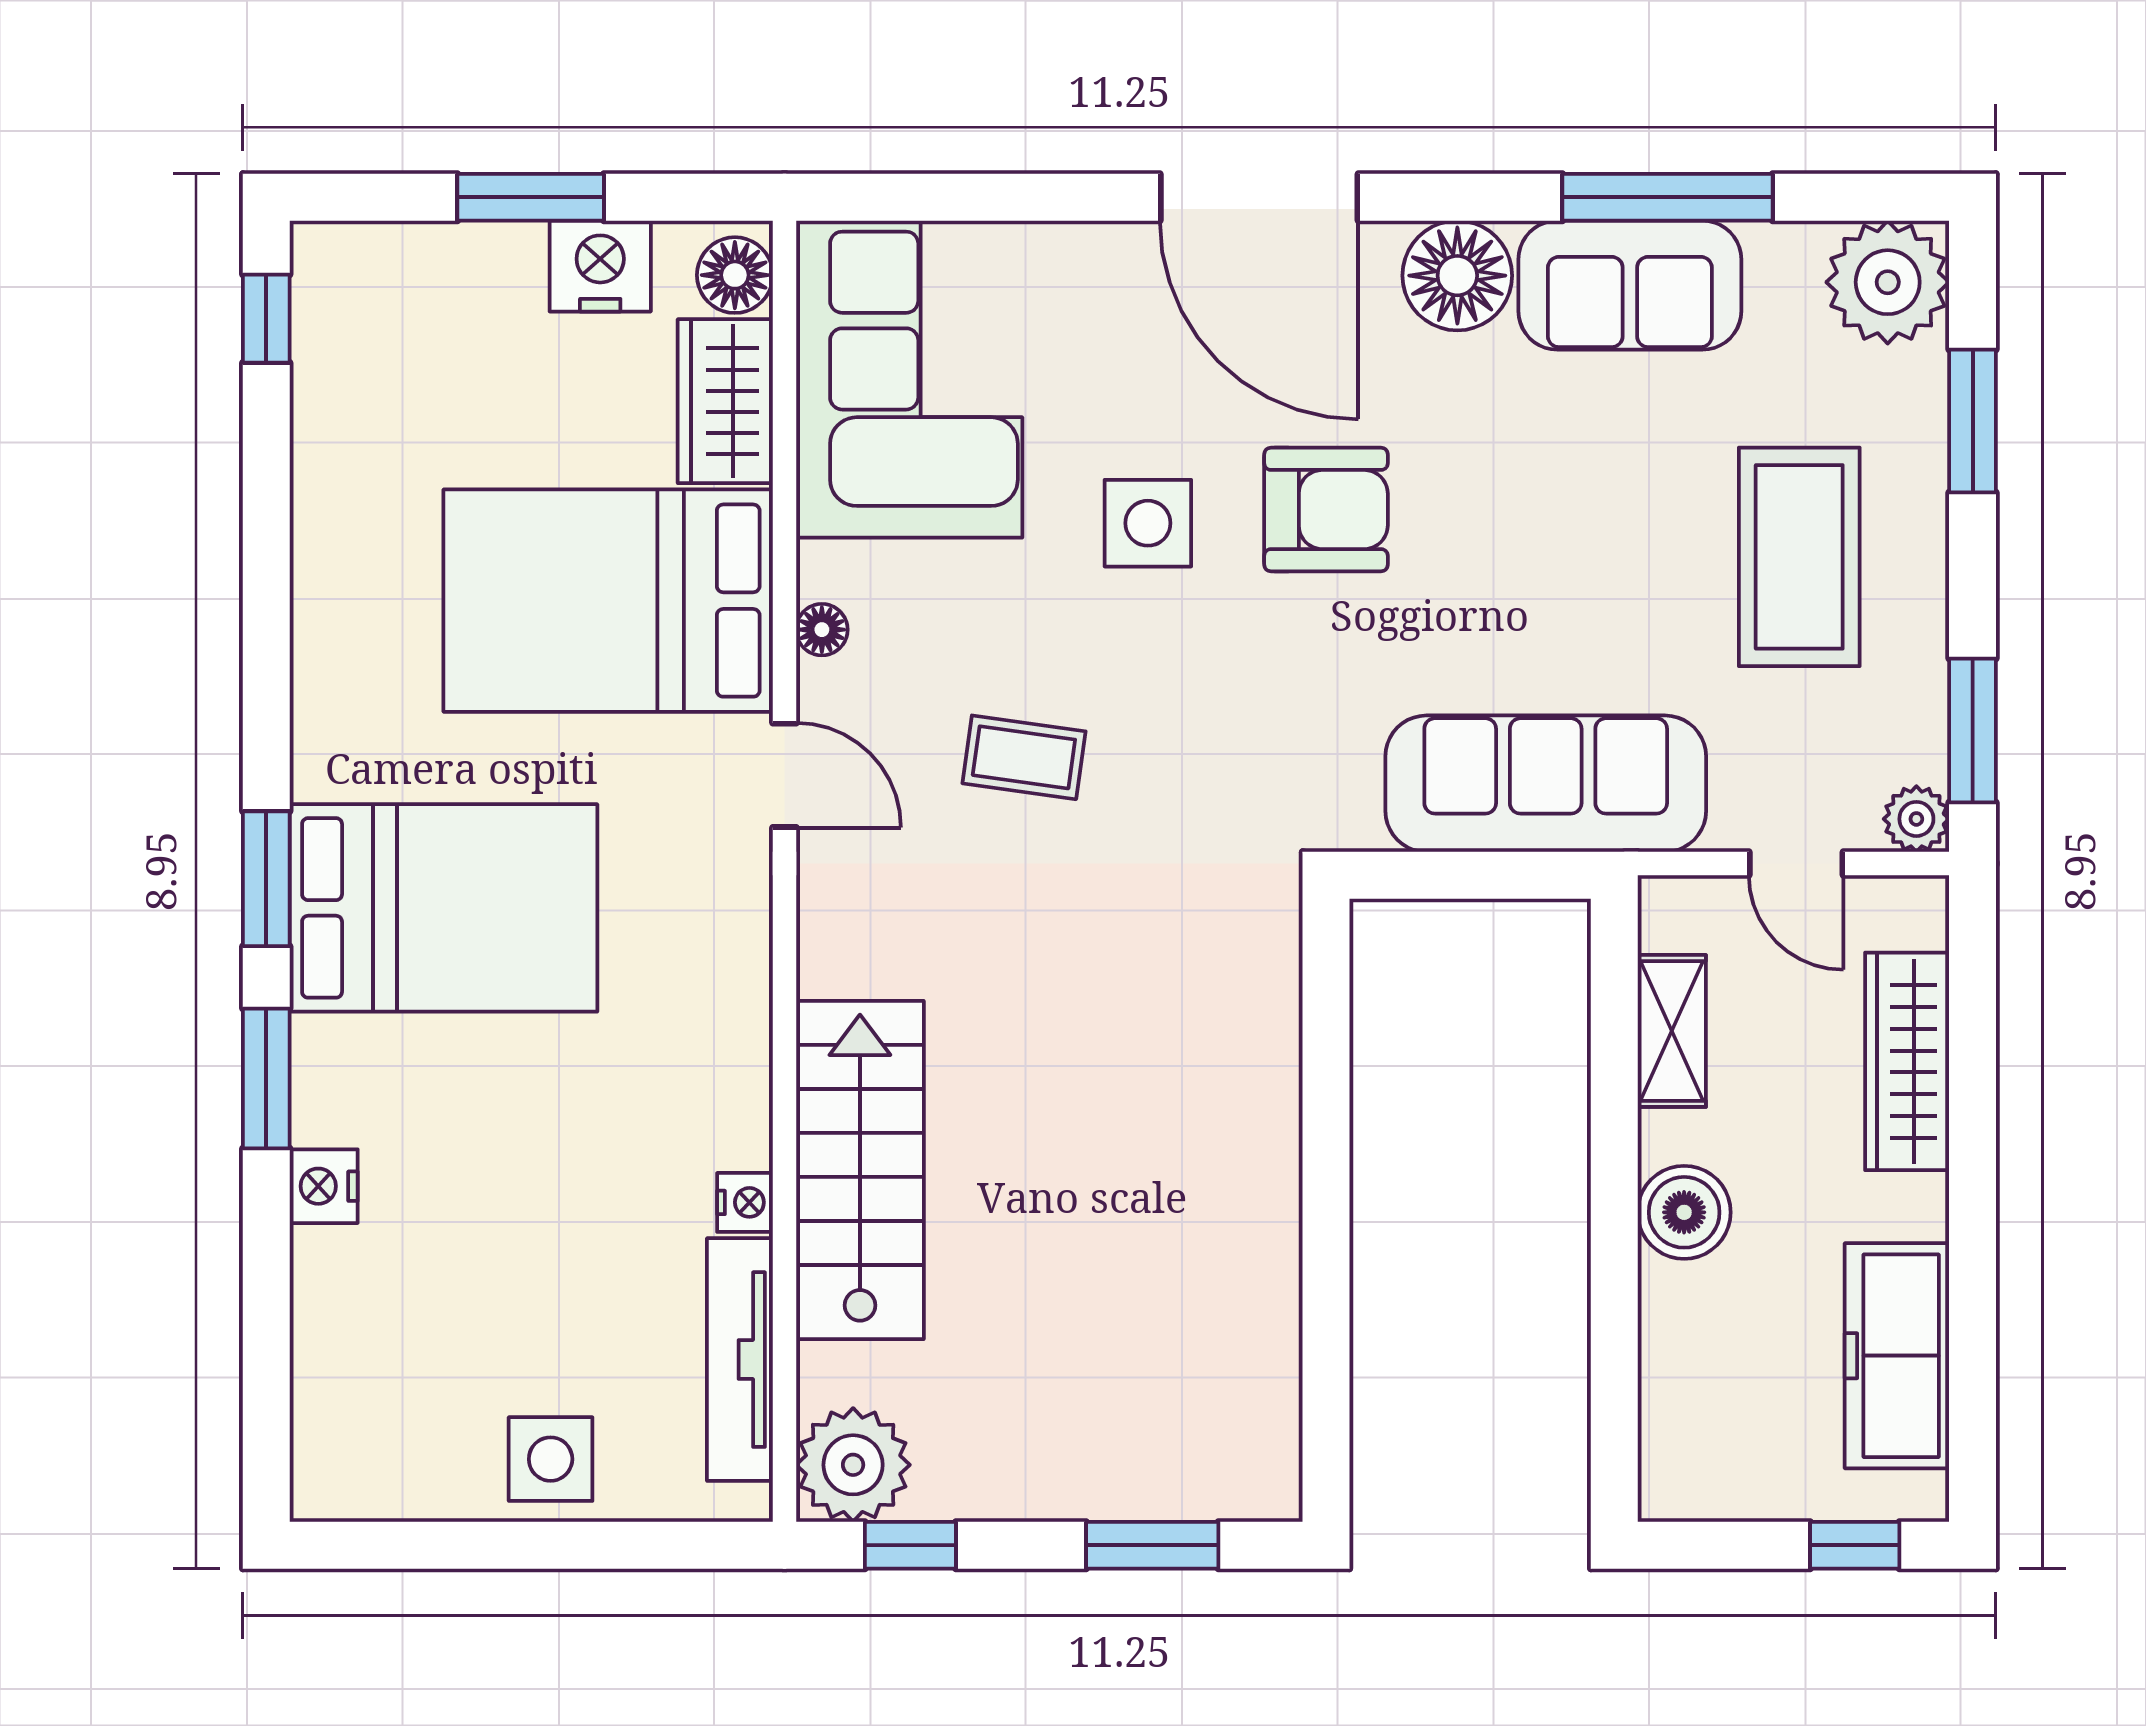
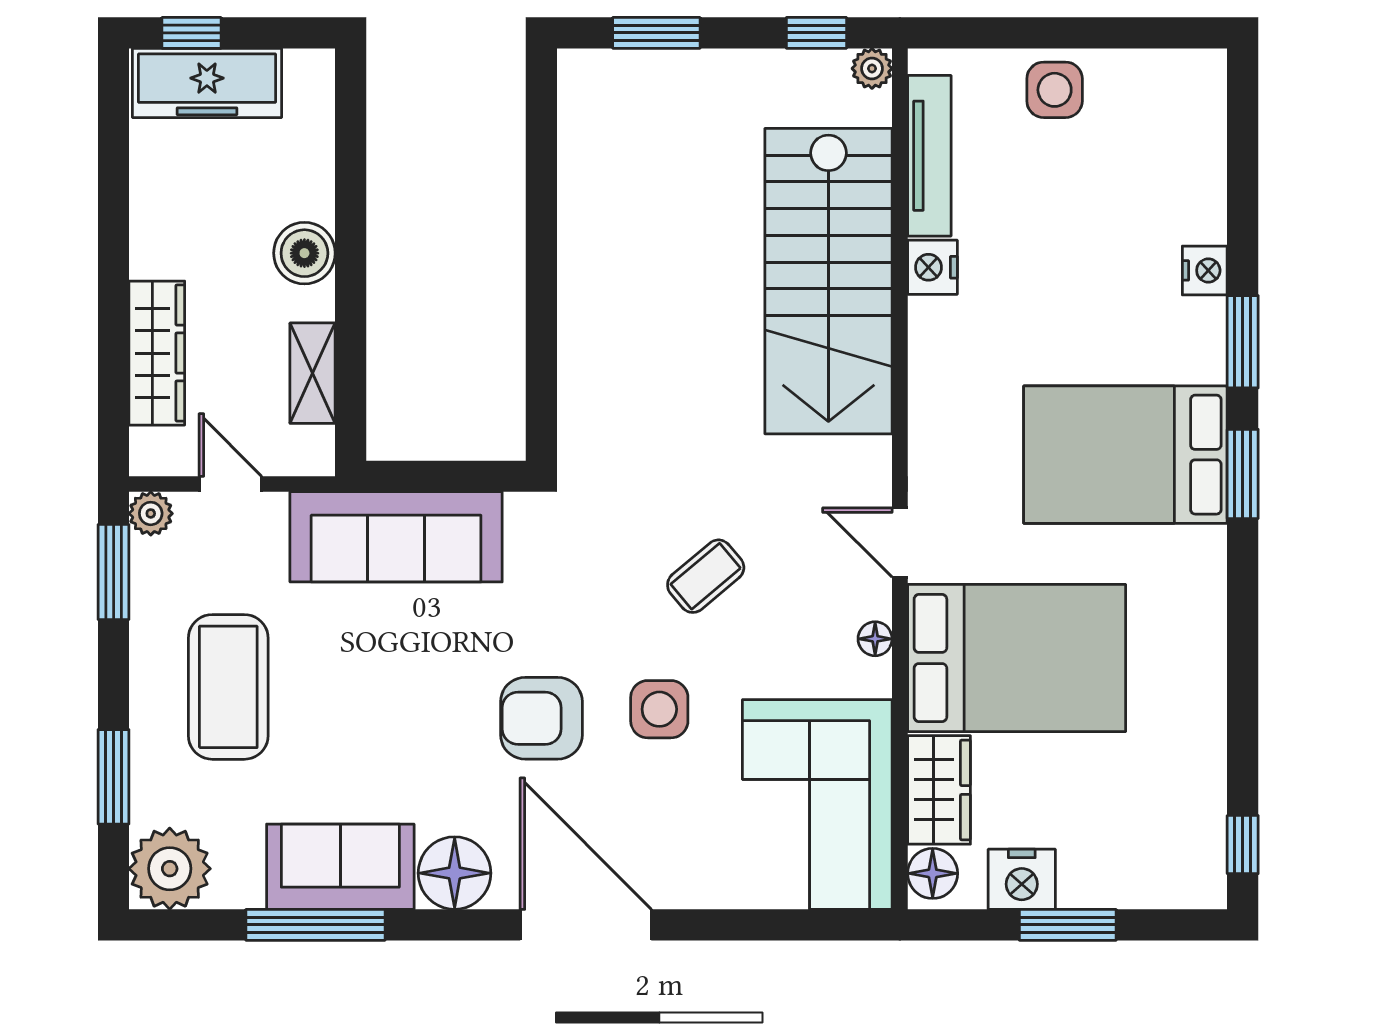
coffee table: (1024, 757) -> (706, 576), moved, turned -48
stairs: (860, 1170) -> (828, 281), width x1.36, depth x1.51
nightstand: (745, 1202) -> (932, 267), width x1.39, depth x1.35
freezer: (1897, 1356) -> (207, 83), moved, turned 90
plant: (853, 1465) -> (872, 68), width x0.53, depth x0.53

